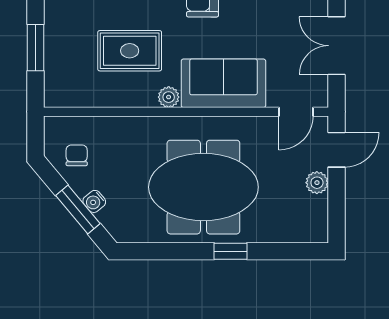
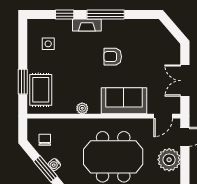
rug: (130, 51) -> (41, 90), moved, turned 90
plant: (169, 97) -> (82, 108), moved
plant: (317, 183) -> (169, 160), width x1.88, depth x1.88

